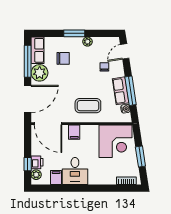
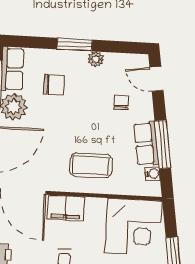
door: (125, 51) -> (156, 79), hinge flipped
filing cabinet: (74, 132) -> (66, 208), width x2.00

